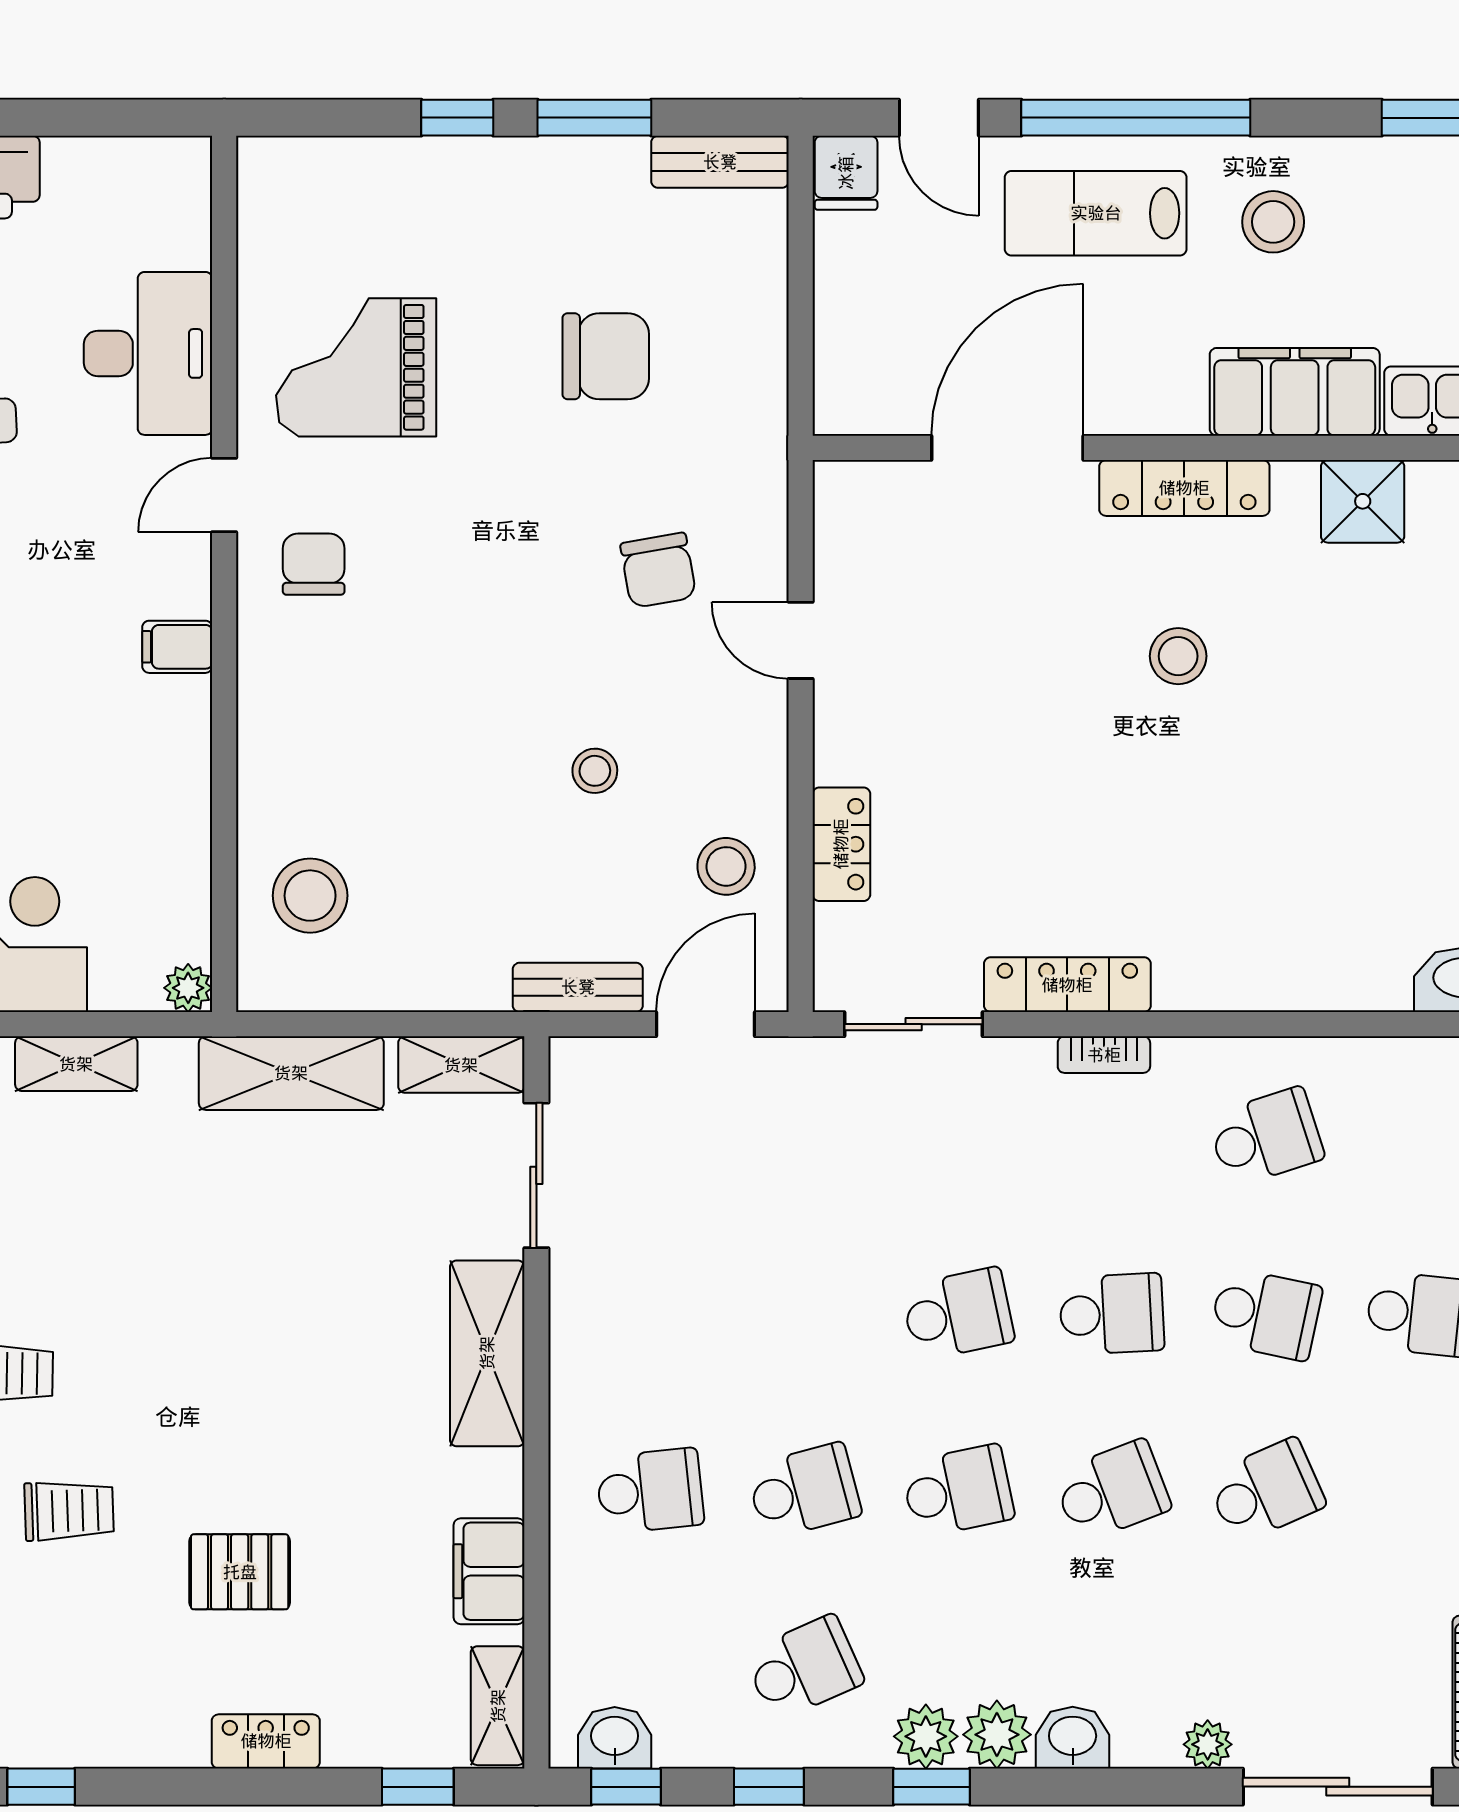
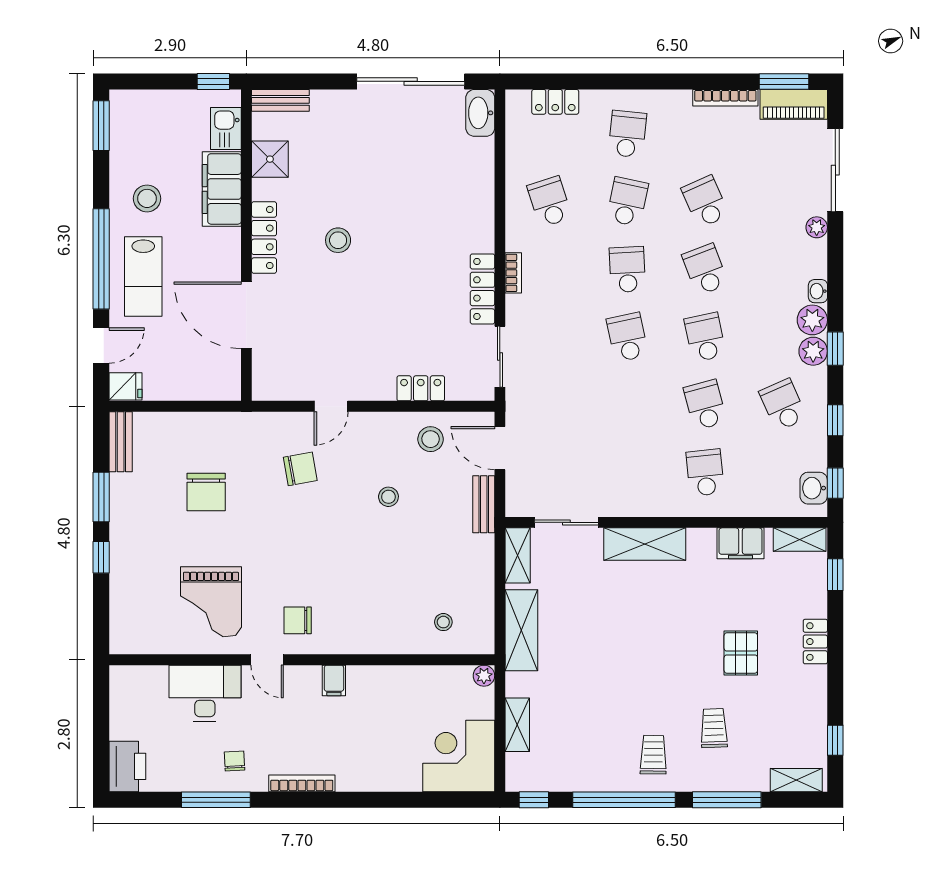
chair: (606, 356) -> (206, 492), turned 180
stool: (310, 896) -> (443, 622), width x0.53, depth x0.53
washbasin: (1073, 1738) -> (818, 291), width x0.72, depth x0.69

